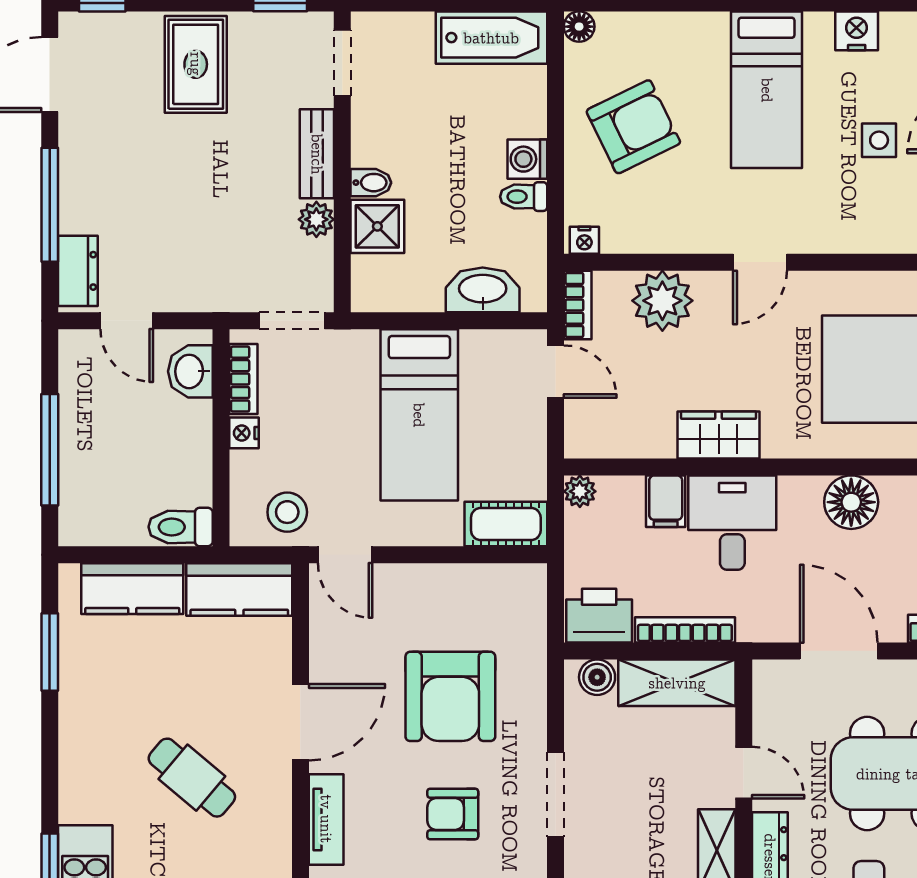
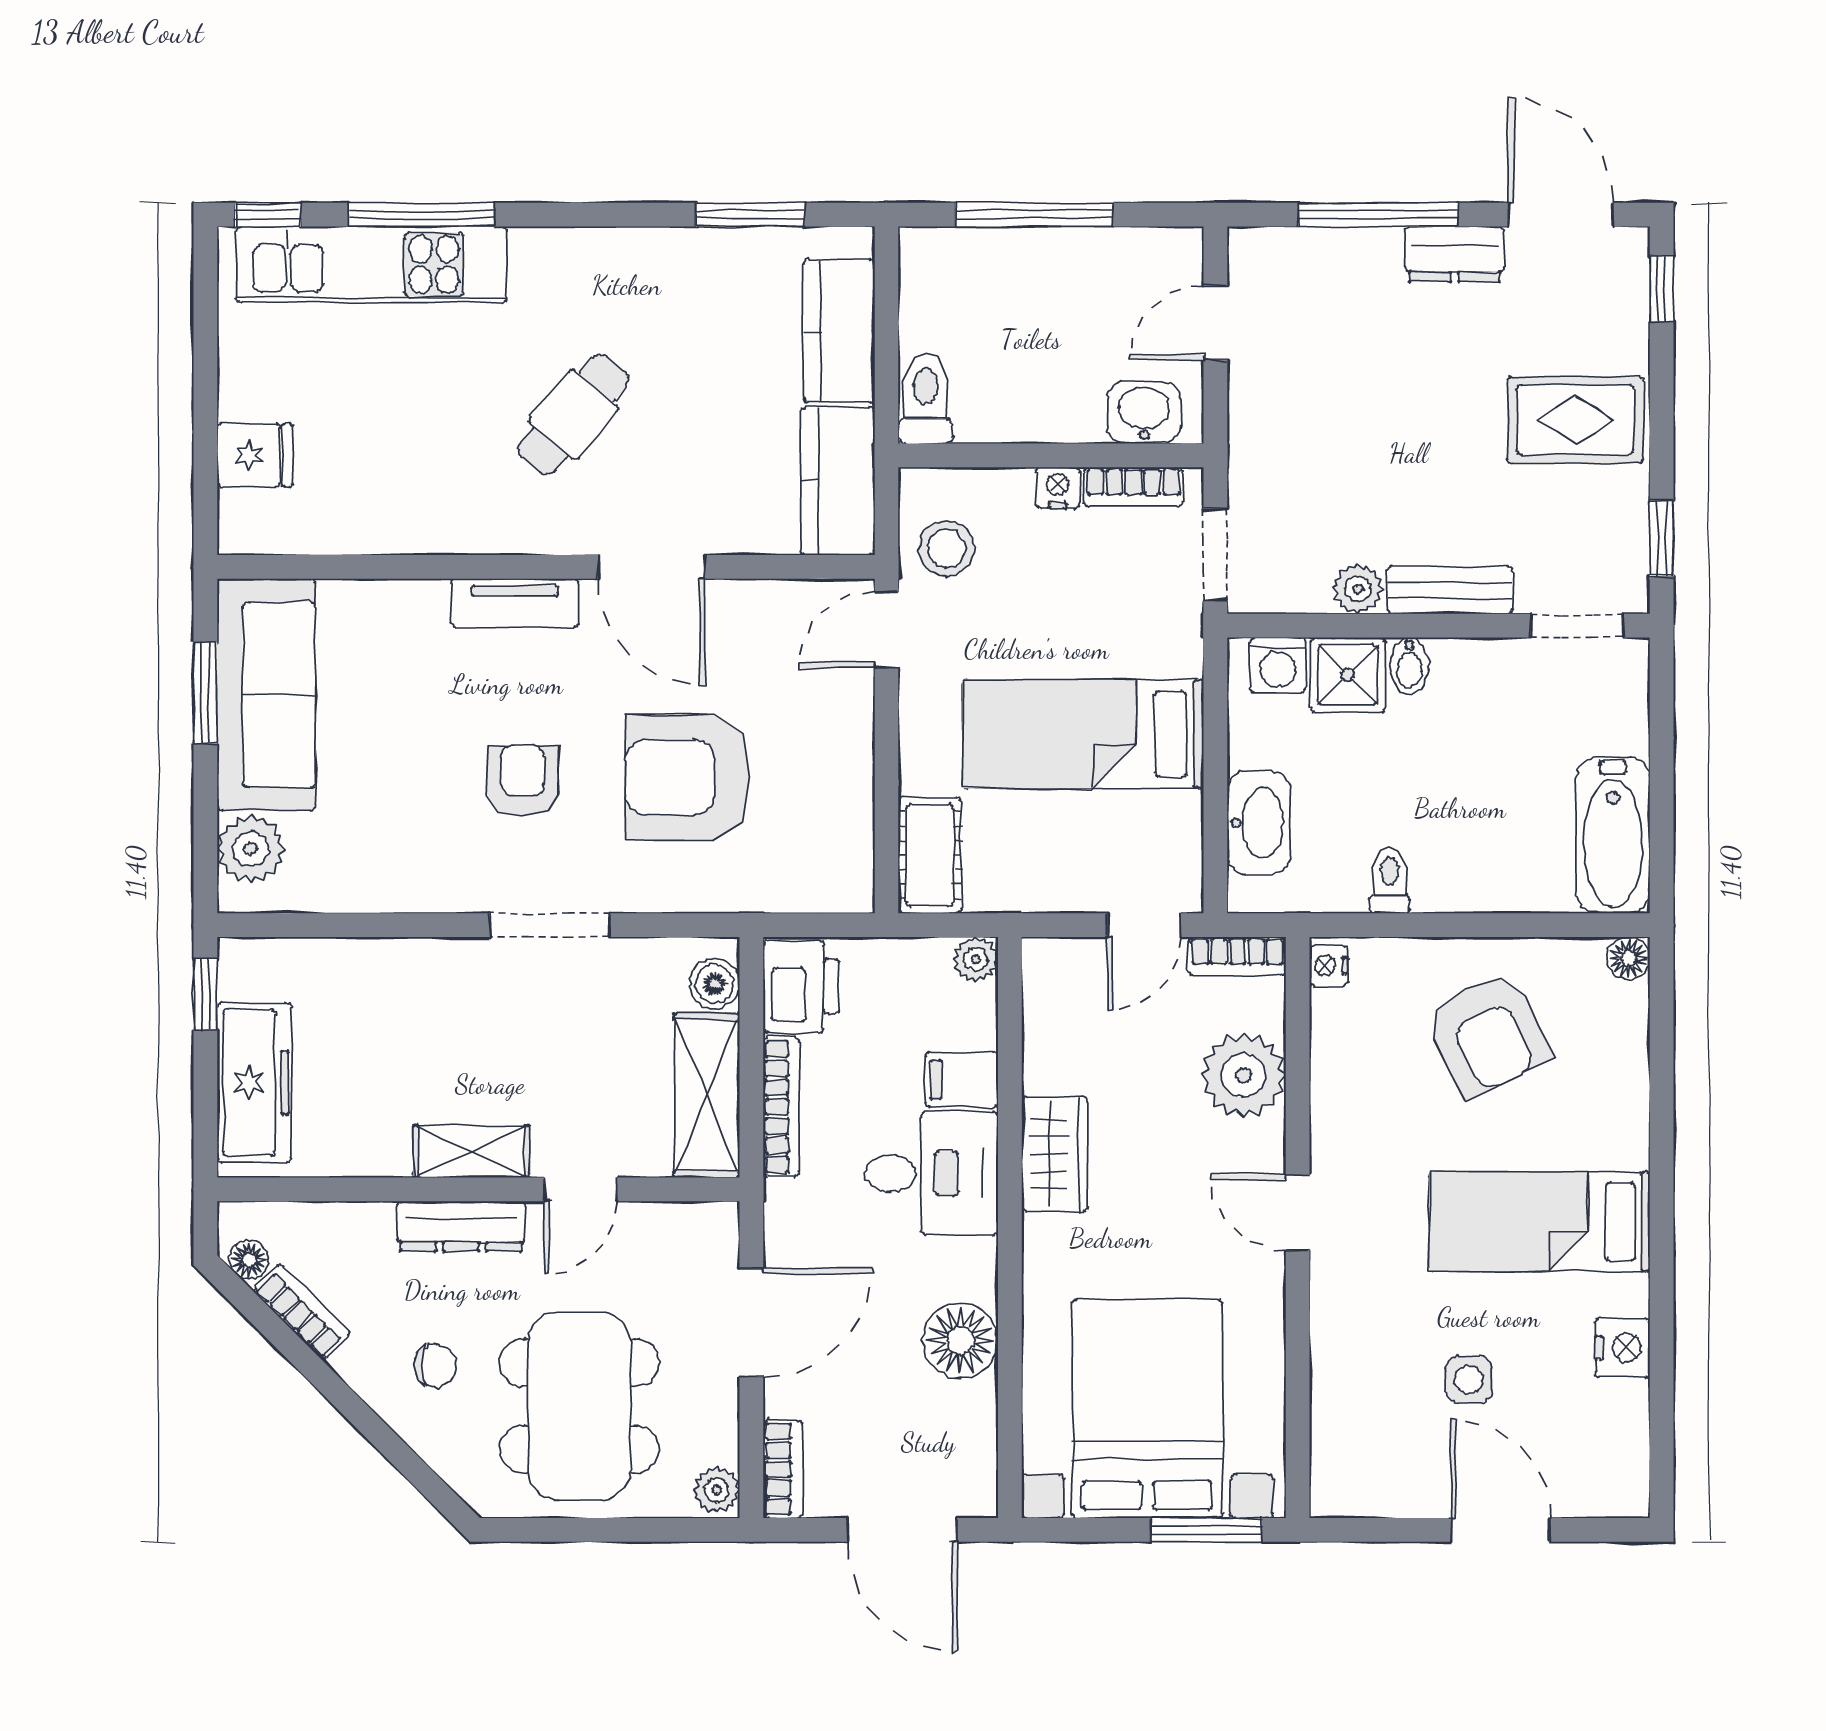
washing machine: (527, 159) -> (1278, 665), moved, turned 180
dresser: (78, 271) -> (1454, 254), moved

